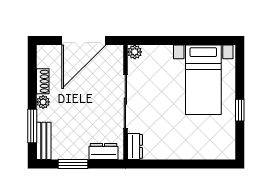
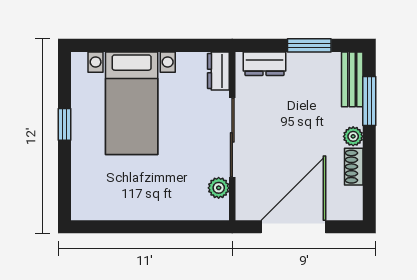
plant: (135, 52) -> (219, 188), moved
bed with nightstands: (203, 80) -> (132, 103), moved, turned 180

